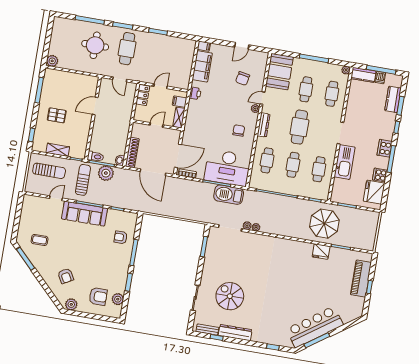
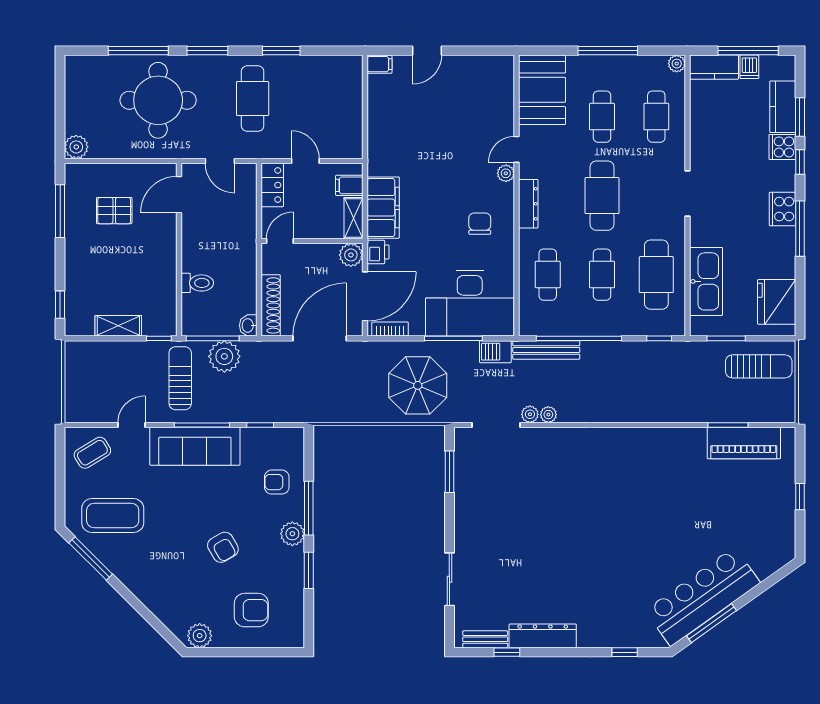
round table: (95, 45) -> (158, 100), width x1.36, depth x1.36
door: (242, 46) -> (427, 51), moved
cafe table: (127, 49) -> (253, 99), moved
filing cabinet: (202, 66) -> (383, 208), moved
chair: (243, 79) -> (470, 117), removed
door: (161, 86) -> (305, 161), hinge flipped
printer: (195, 93) -> (378, 252), moved
door: (95, 106) -> (179, 195), moved
pallet: (57, 115) -> (114, 211), moved
door: (156, 125) -> (280, 241), moved
plant: (175, 135) -> (351, 255), added
toilet: (95, 157) -> (197, 283), moved
kitchen sink: (345, 162) -> (706, 281), moved
cafe table: (319, 169) -> (656, 275), width x1.37, depth x1.35
sun lounger: (49, 171) -> (759, 366), moved
door: (153, 172) -> (320, 338), swing flipped
cooker: (380, 175) -> (782, 147), moved
barbecue: (229, 195) -> (495, 352), width x0.53, depth x0.65
bench: (260, 196) -> (546, 350), added
coffee table: (35, 208) -> (92, 453), added
parasol: (324, 224) -> (418, 385), moved
coffee table: (40, 240) -> (113, 516), width x1.86, depth x1.72
fridge: (321, 252) -> (689, 441), removed
armchair: (66, 276) -> (223, 547), moved
piano: (361, 279) -> (744, 443), moved, turned -90
spiral stairs: (230, 296) -> (519, 564), removed
plant: (118, 299) -> (292, 534), moved

